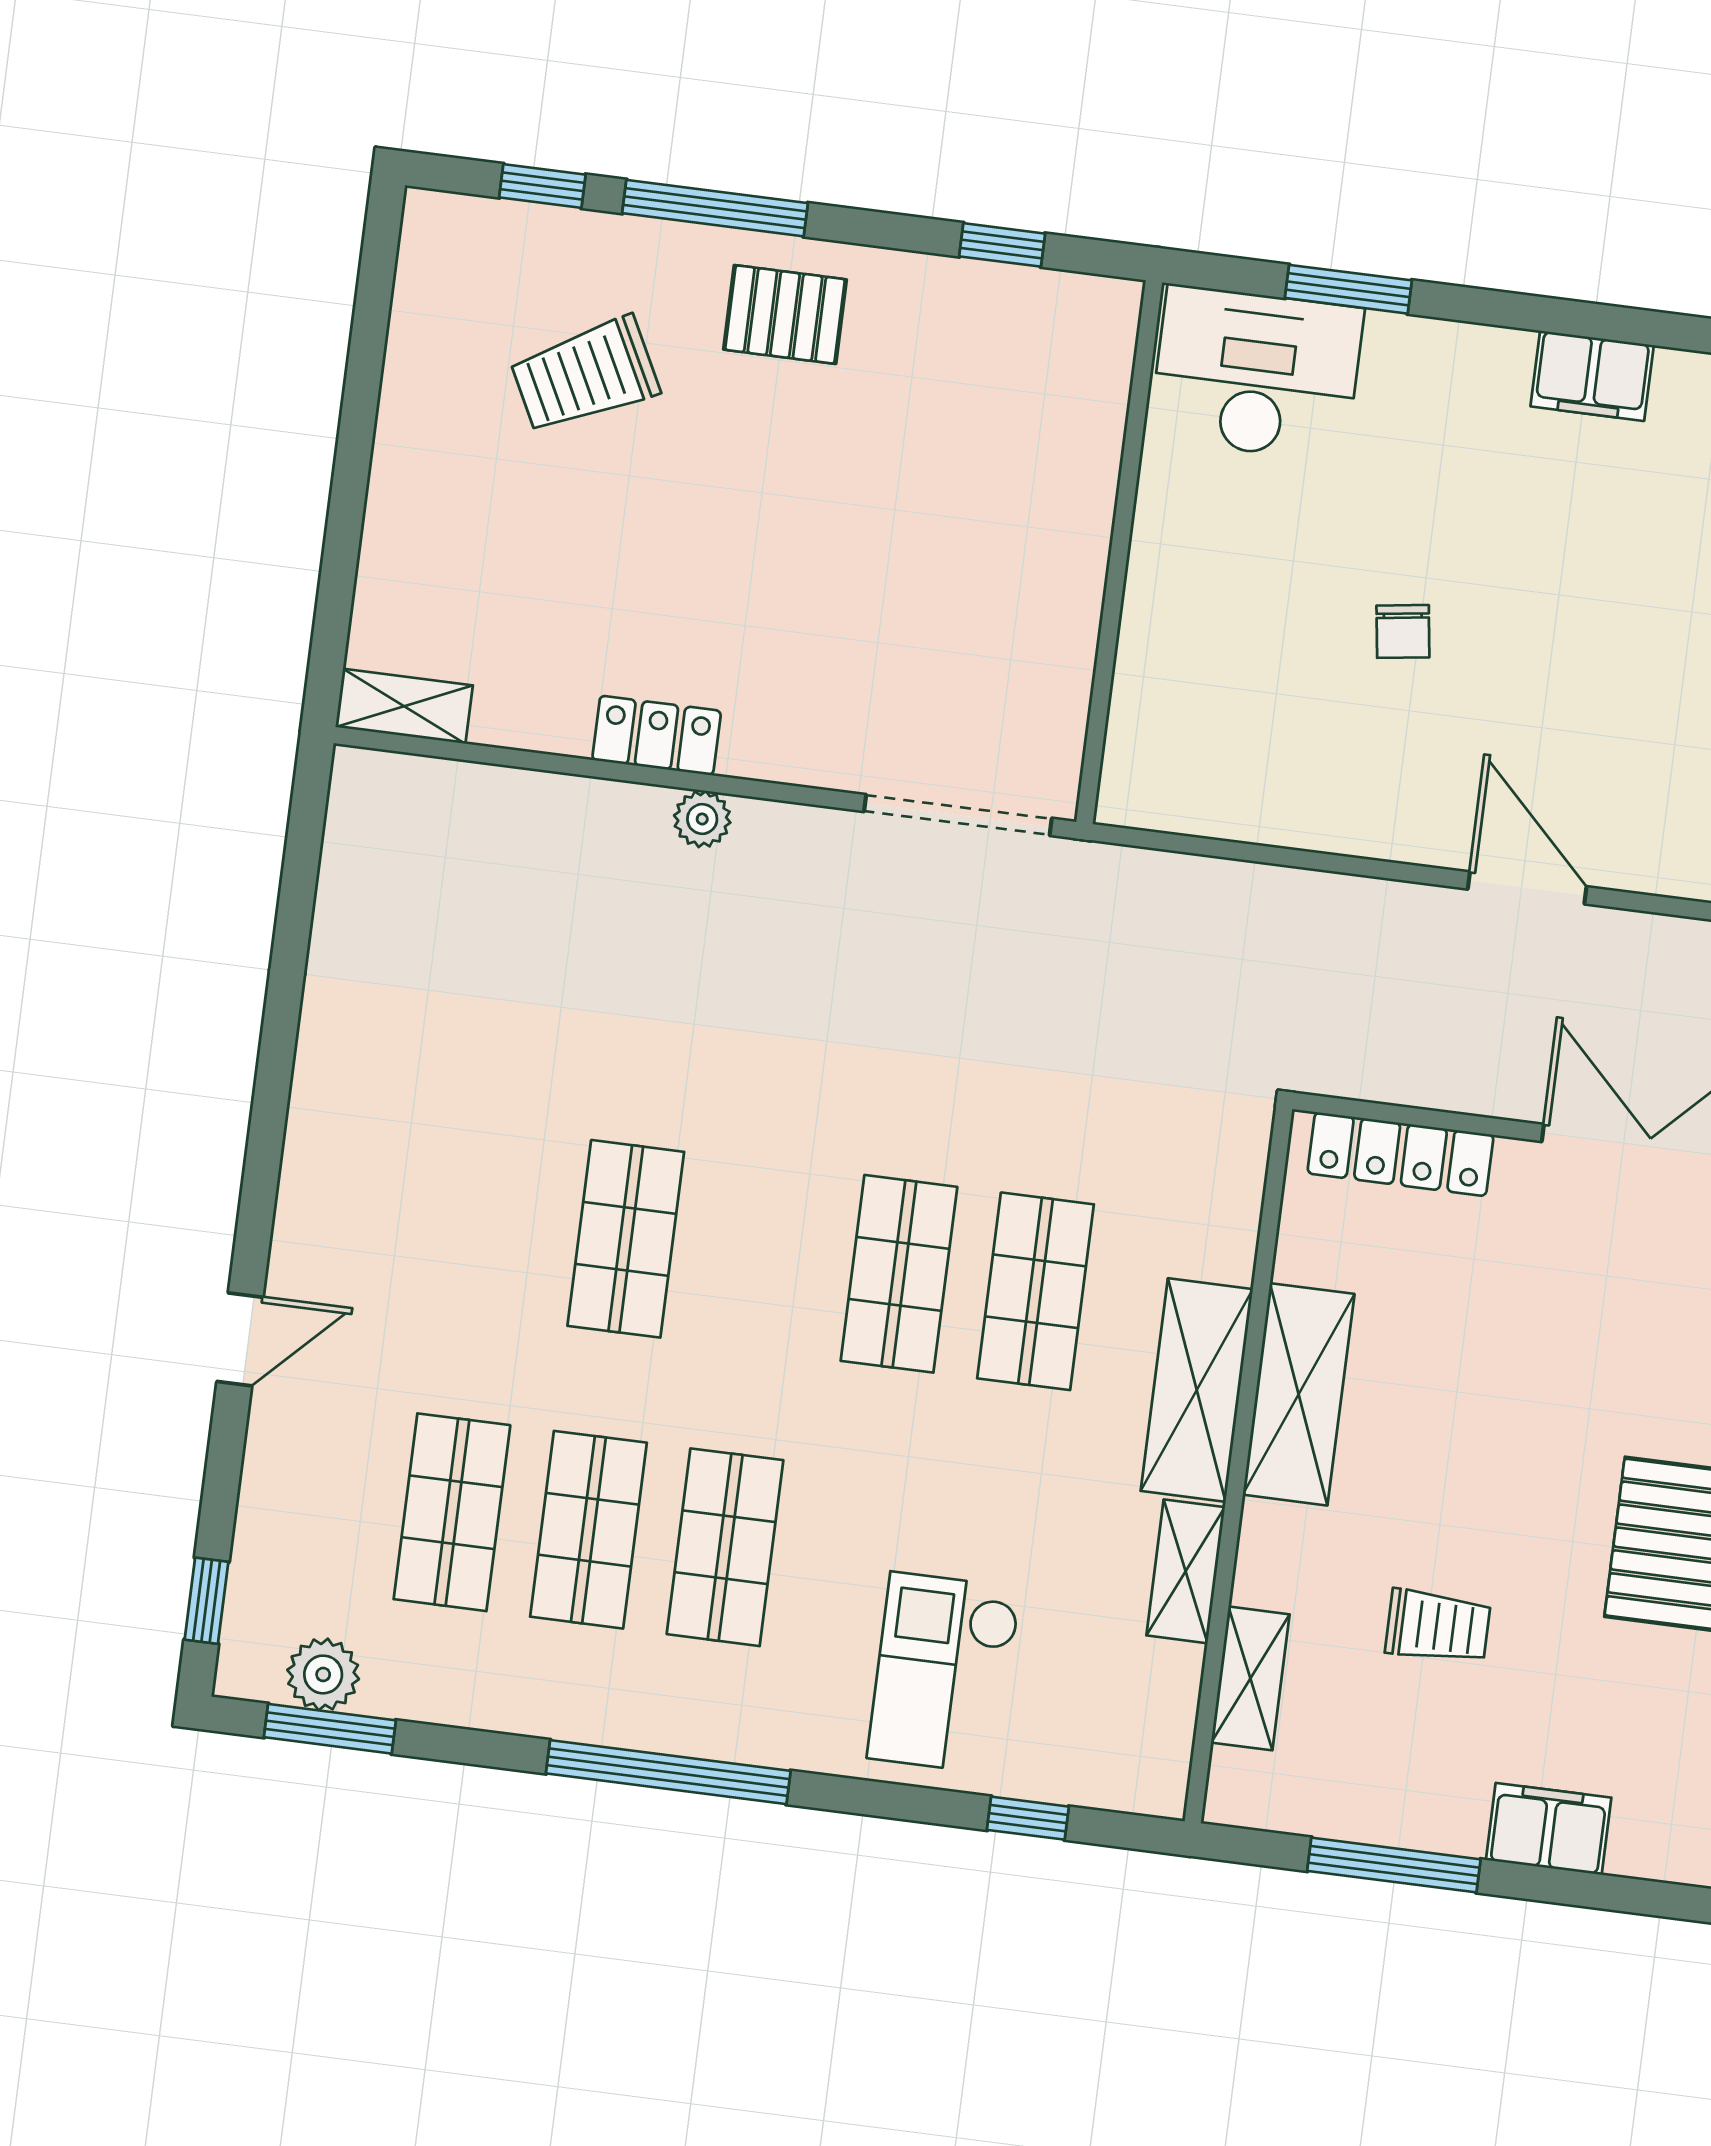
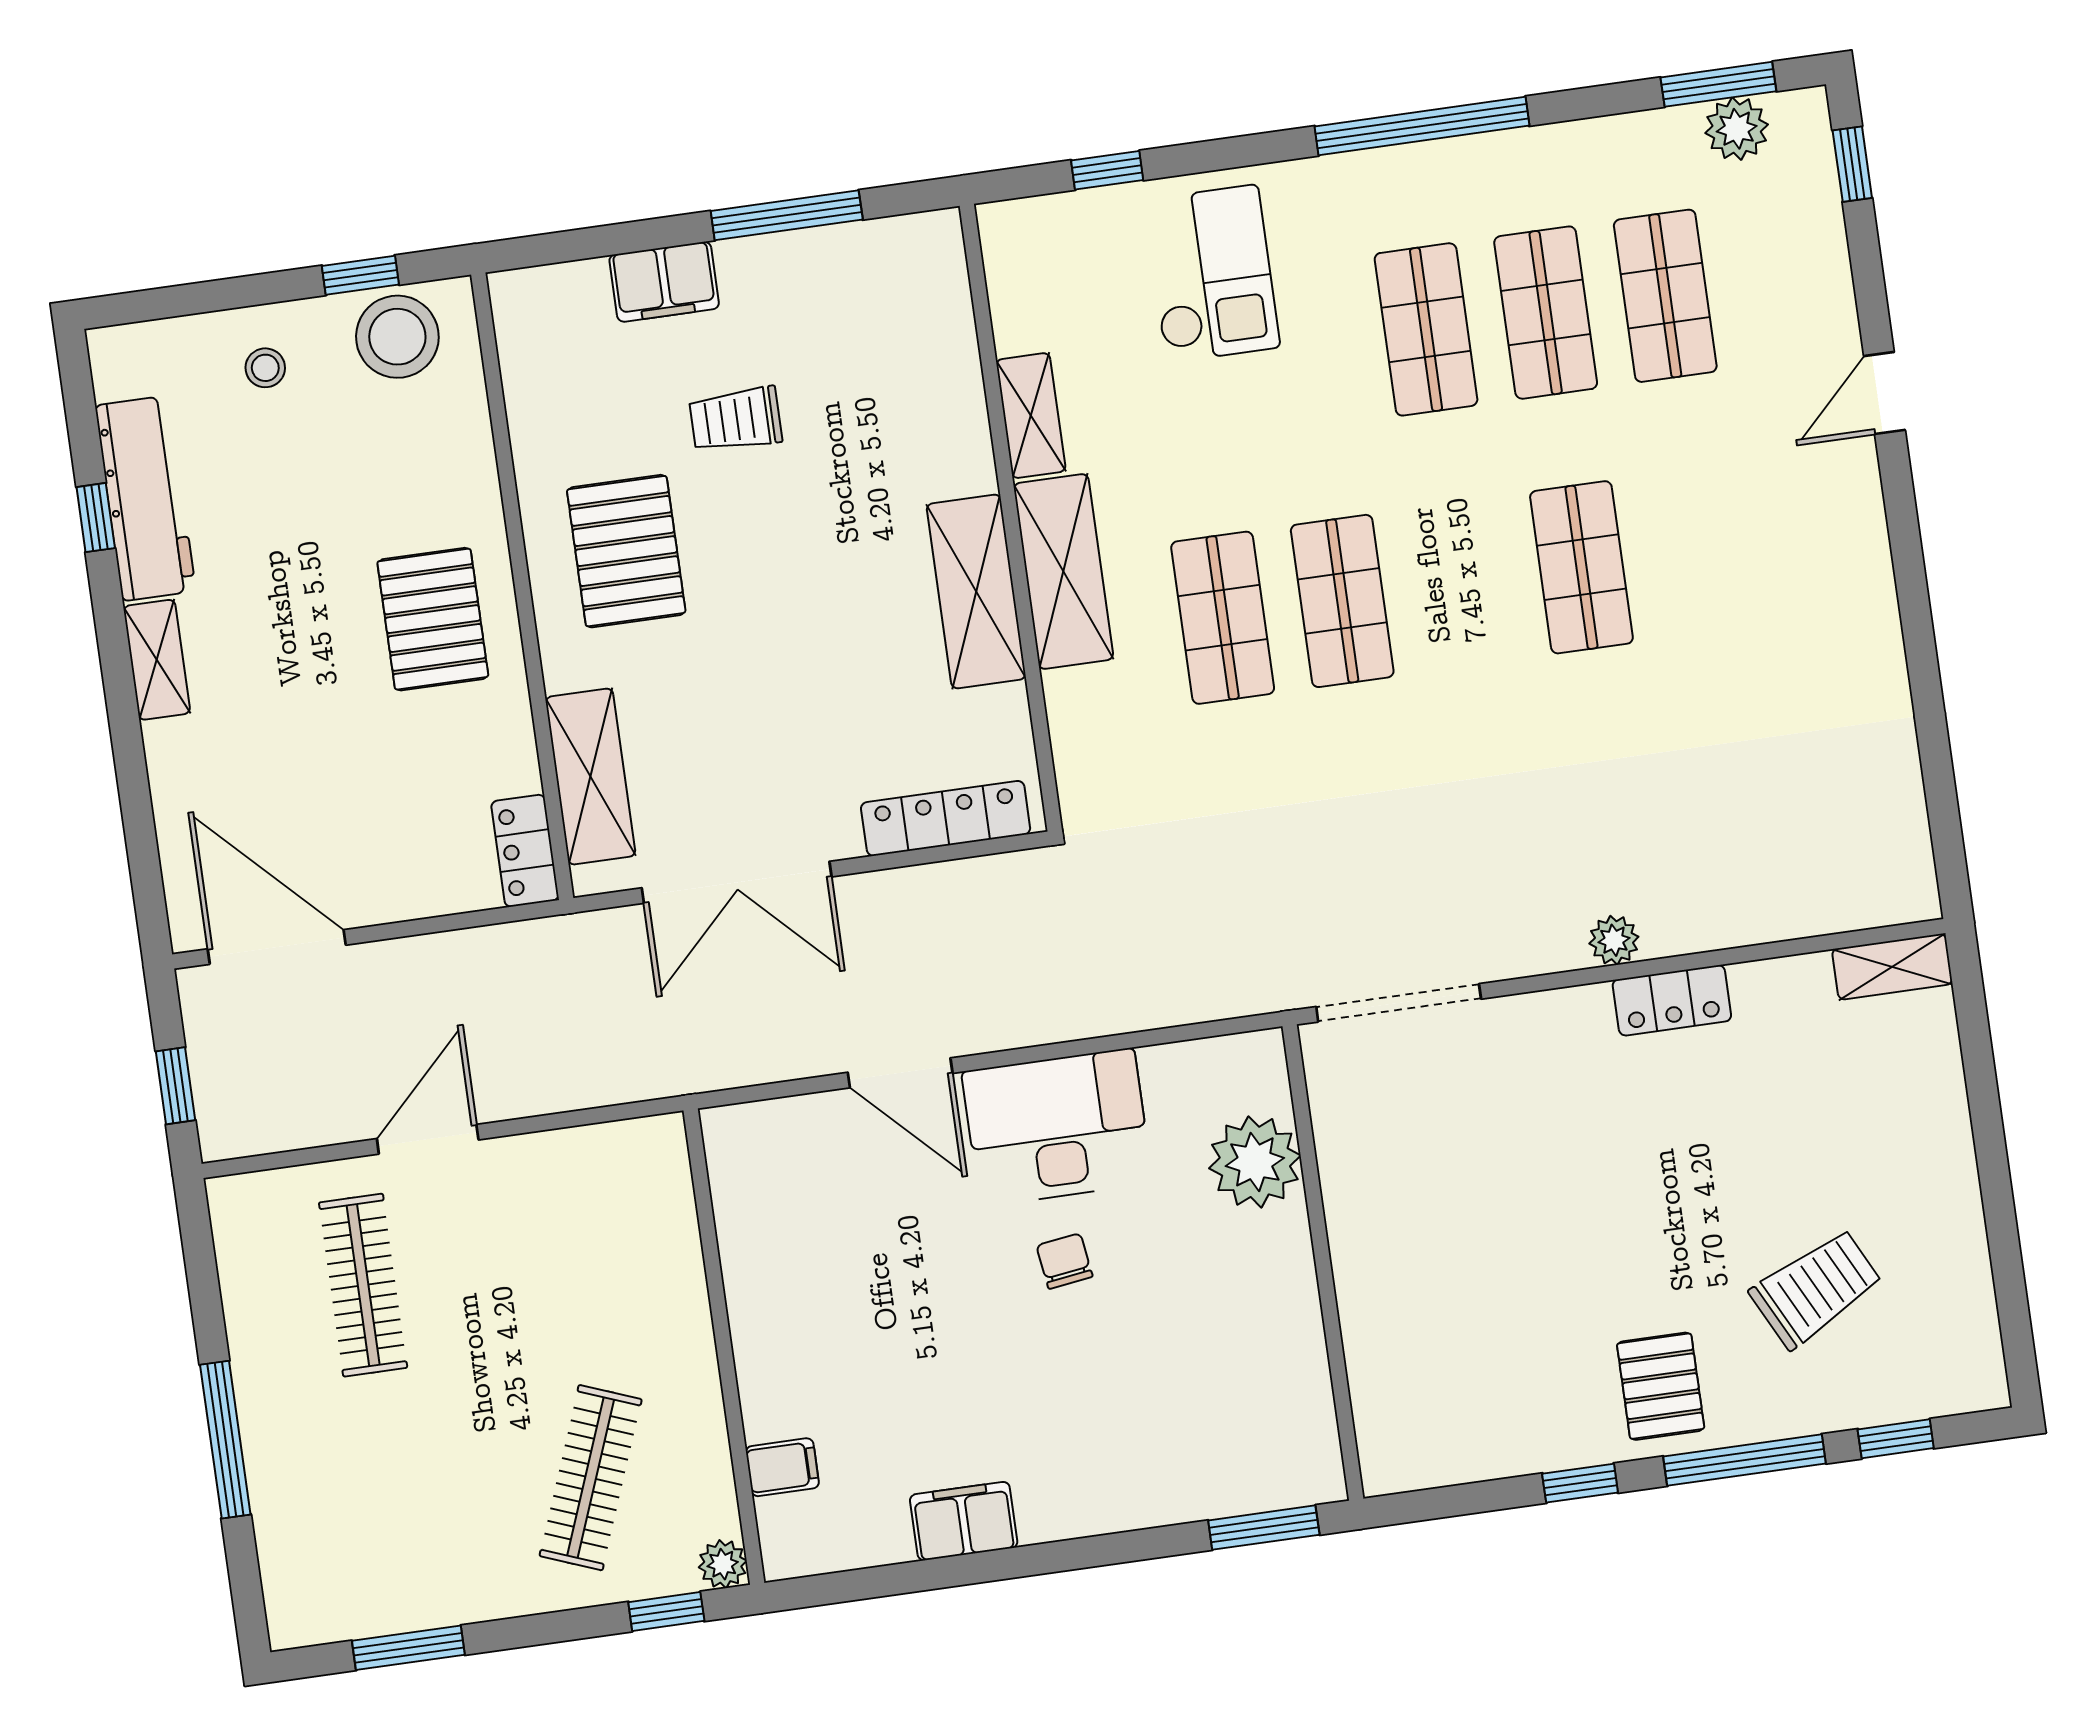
window: (1002, 245) -> (1580, 1483), moved
window: (1348, 289) -> (1264, 1528), moved
pallet: (785, 314) -> (1661, 1386), turned 90
desk: (1256, 373) -> (1057, 1127), moved, turned 180
plant: (1164, 683) -> (1255, 1162), added
trolley: (1438, 1626) -> (736, 420), moved
shelving: (1250, 1678) -> (951, 340), removed

